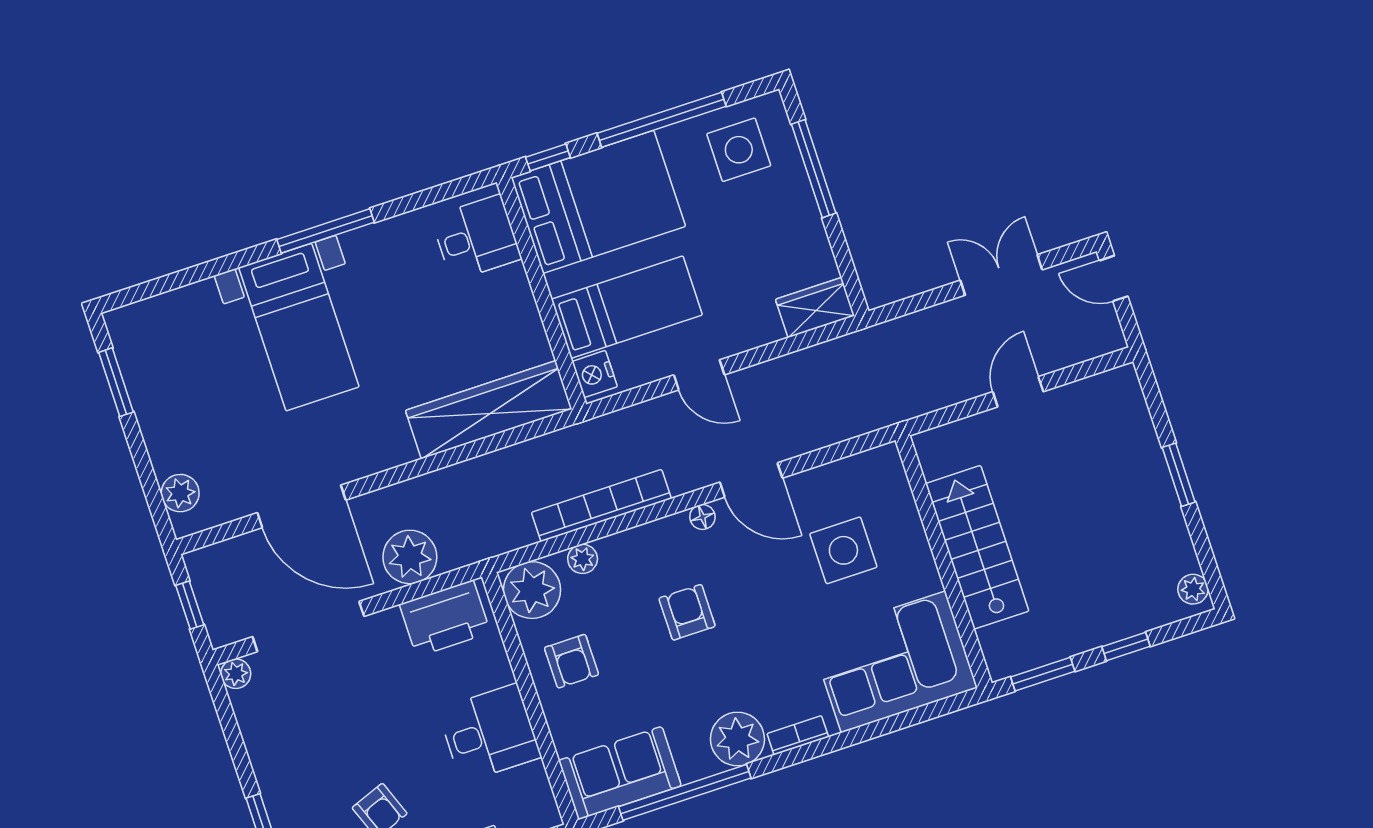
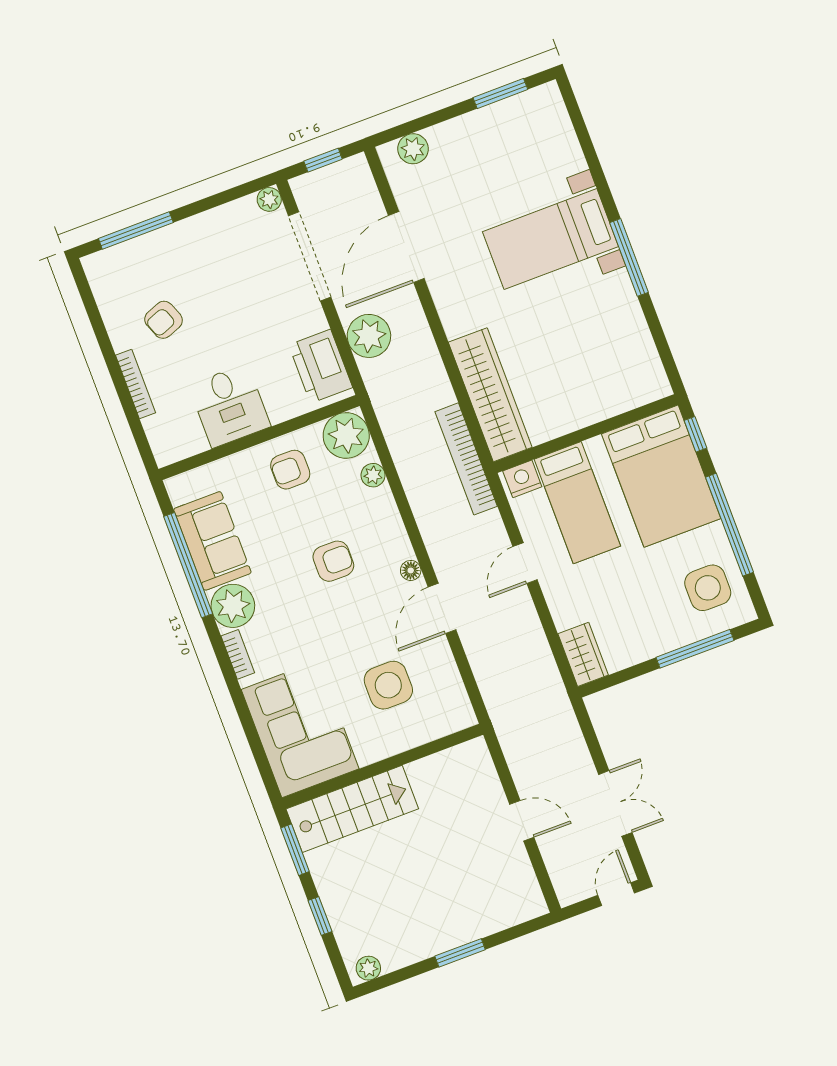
desk: (476, 238) -> (628, 379), removed
bookcase: (601, 505) -> (466, 459), moved, turned 180
stairs: (977, 547) -> (352, 809), moved
sofa: (620, 773) -> (212, 541), moved

